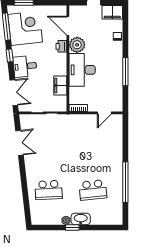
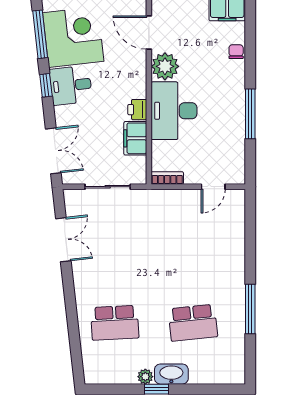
printer: (61, 46) -> (137, 110), moved
desk: (25, 66) -> (71, 85), moved
window: (125, 182) -> (250, 309), width x0.68

